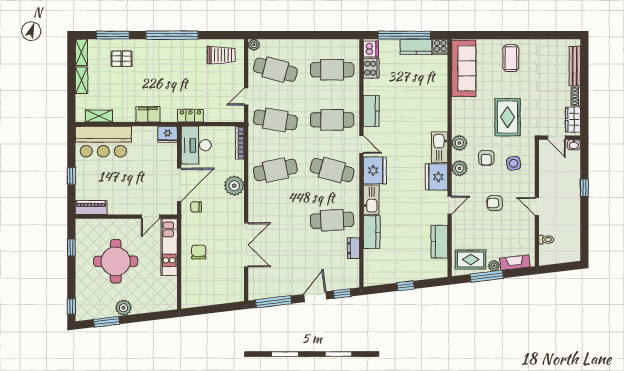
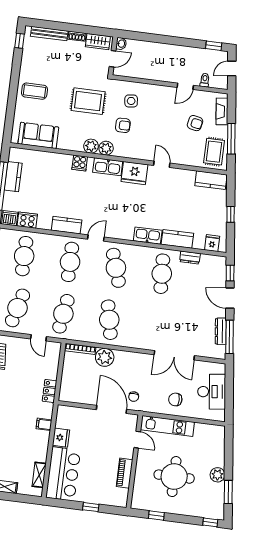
window: (563, 35) -> (19, 41), added
cooker: (440, 47) -> (80, 163), moved, turned 90
sofa: (464, 68) -> (38, 135), width x0.73
filing cabinet: (148, 114) -> (44, 424), width x0.50
fridge: (168, 134) -> (61, 438), moved
desk: (196, 145) -> (212, 392), moved, turned -97
plant: (459, 168) -> (91, 146), moved
cafe table: (332, 170) -> (116, 268), turned -33
fridge: (375, 170) -> (212, 243), moved, width x0.53, depth x0.75
plant: (234, 186) -> (105, 357), moved
window: (584, 188) -> (214, 46), moved
armchair: (495, 203) -> (195, 123), moved, turned -79
door: (537, 206) -> (185, 86), moved
piano: (91, 208) -> (124, 473), moved
kitchen counter: (439, 242) -> (211, 180), moved
double door: (246, 245) -> (174, 355), swing flipped
plant: (494, 266) -> (223, 131), removed
door: (562, 267) -> (232, 69), added
dresser: (278, 291) -> (221, 331), added

